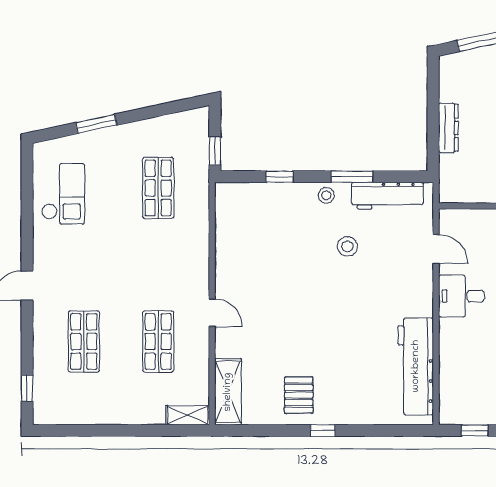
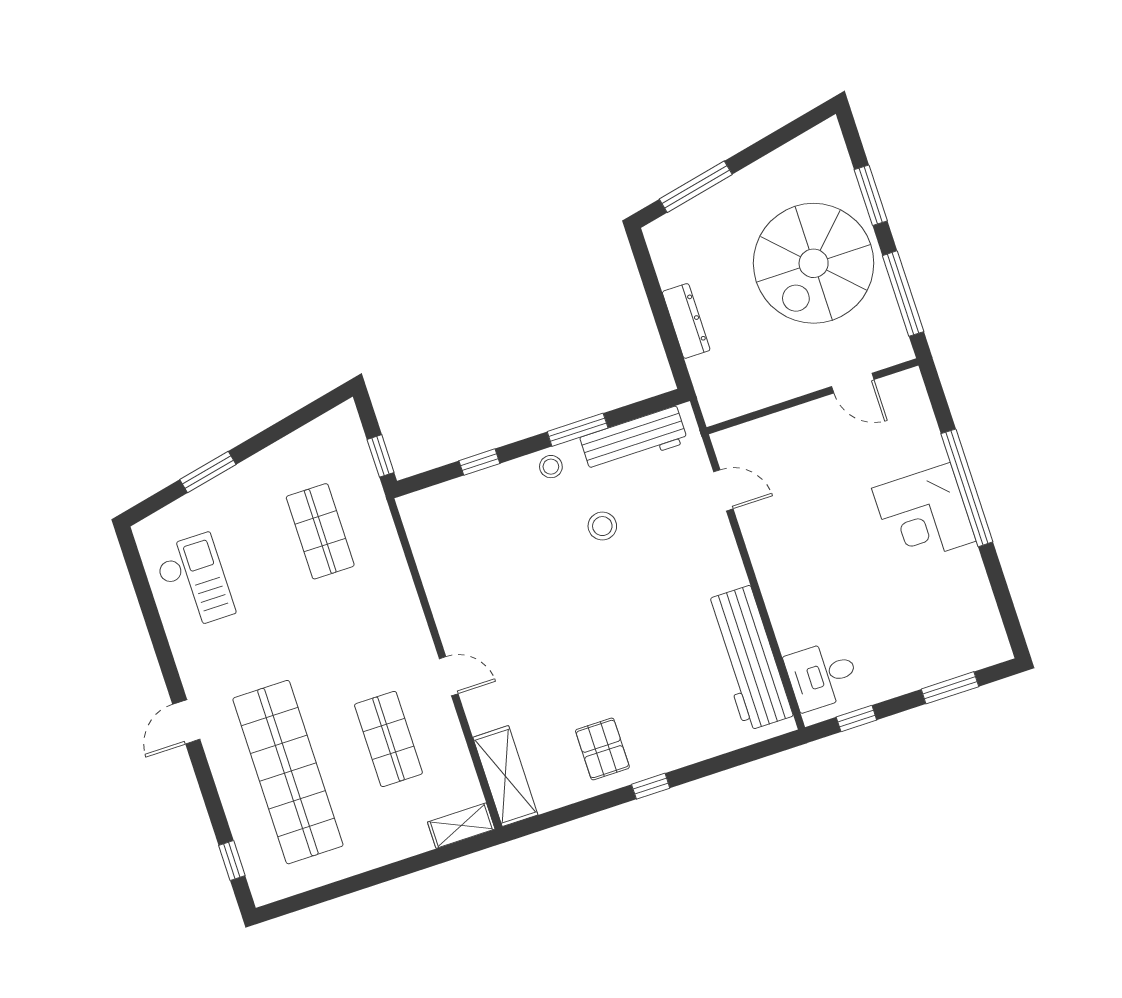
desk: (461, 296) -> (822, 675), moved
shop shelf: (84, 341) -> (288, 772), width x2.00, depth x1.36

